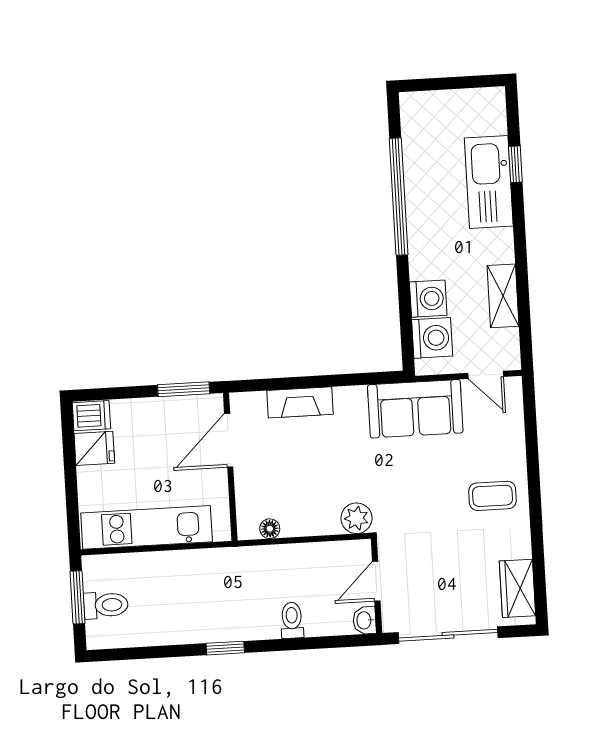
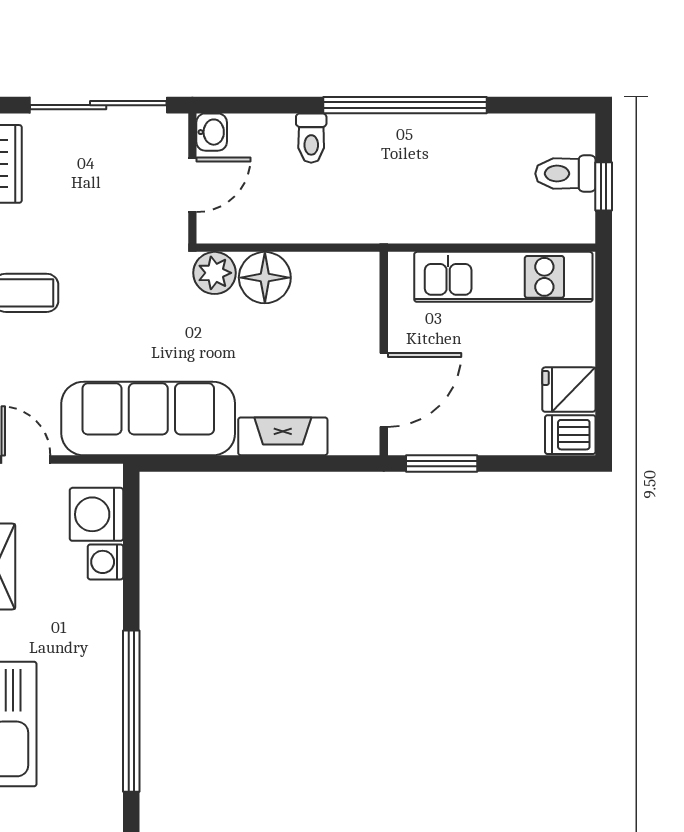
washing machine: (428, 299) -> (105, 562), width x0.73, depth x0.73
sofa: (415, 409) -> (148, 418), width x1.36
floor lamp: (270, 529) -> (265, 278), moved, width x1.89, depth x1.89
window: (78, 597) -> (604, 186), width x0.67
window: (225, 648) -> (405, 105), width x3.17

